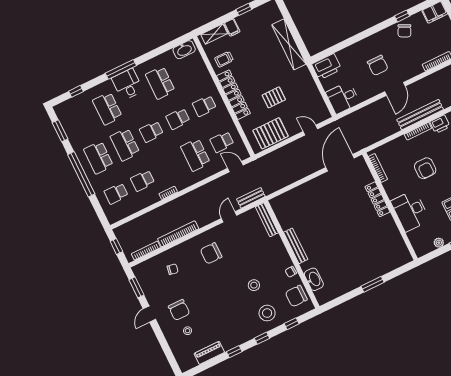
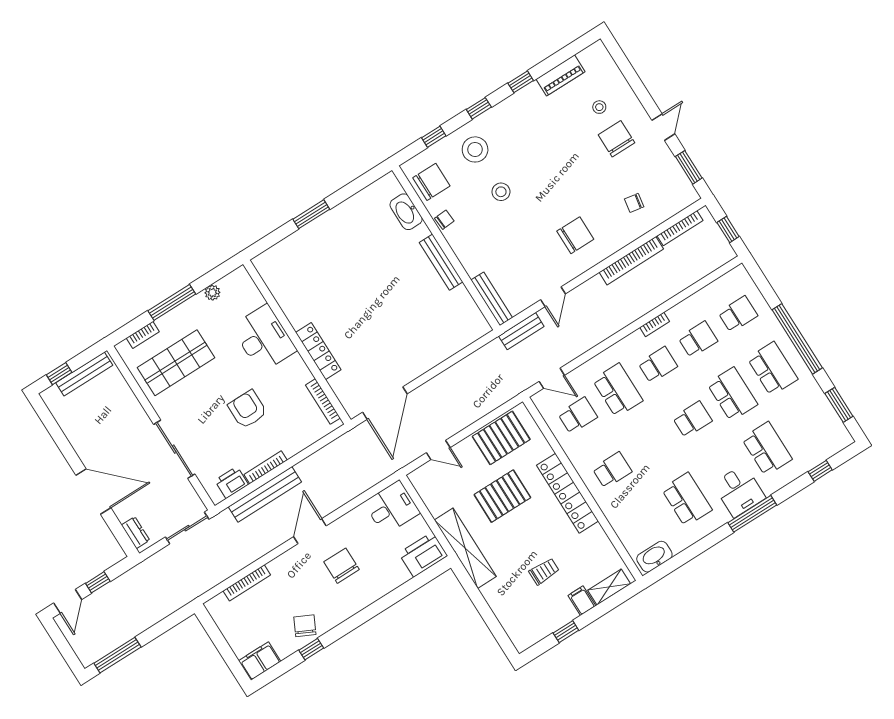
shelving: (289, 44) -> (465, 548), moved
trolley: (224, 59) -> (544, 571), moved
pallet: (274, 97) -> (502, 496), width x1.50, depth x1.42
school desk: (178, 119) -> (658, 365), moved

